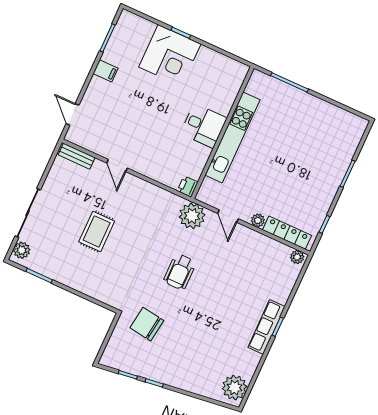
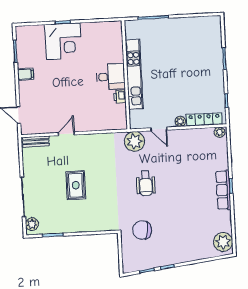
door: (117, 166) -> (66, 134), swing flipped
printer: (188, 186) -> (120, 97), moved

